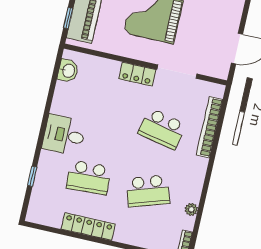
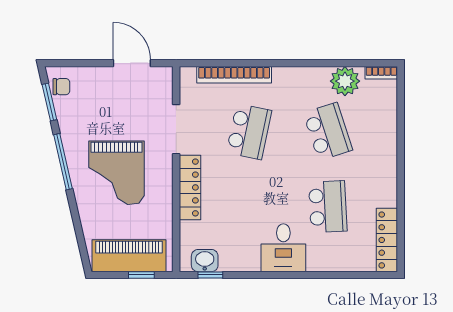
locker: (137, 74) -> (190, 187), width x1.53
window: (32, 176) -> (210, 275), moved
plant: (191, 209) -> (345, 81), width x1.88, depth x1.88
locker: (88, 227) -> (387, 240), moved

